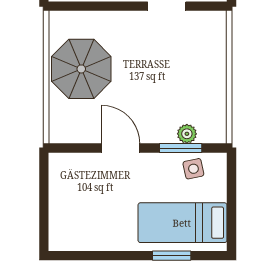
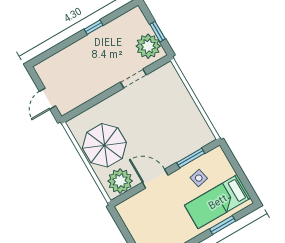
plant: (187, 134) -> (120, 181), moved, width x1.87, depth x1.87
side table: (193, 169) -> (199, 178), moved

